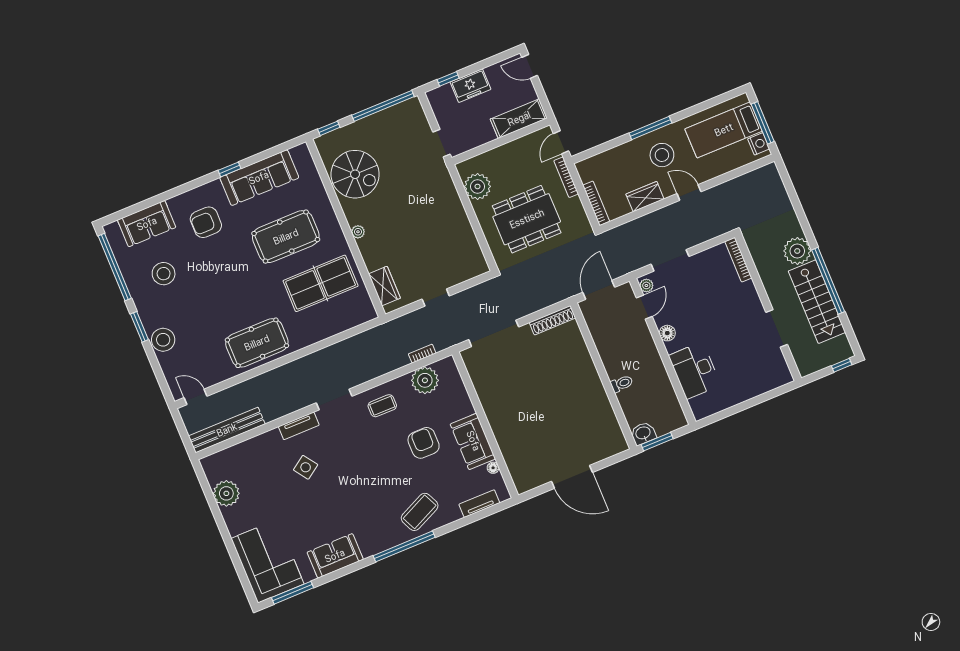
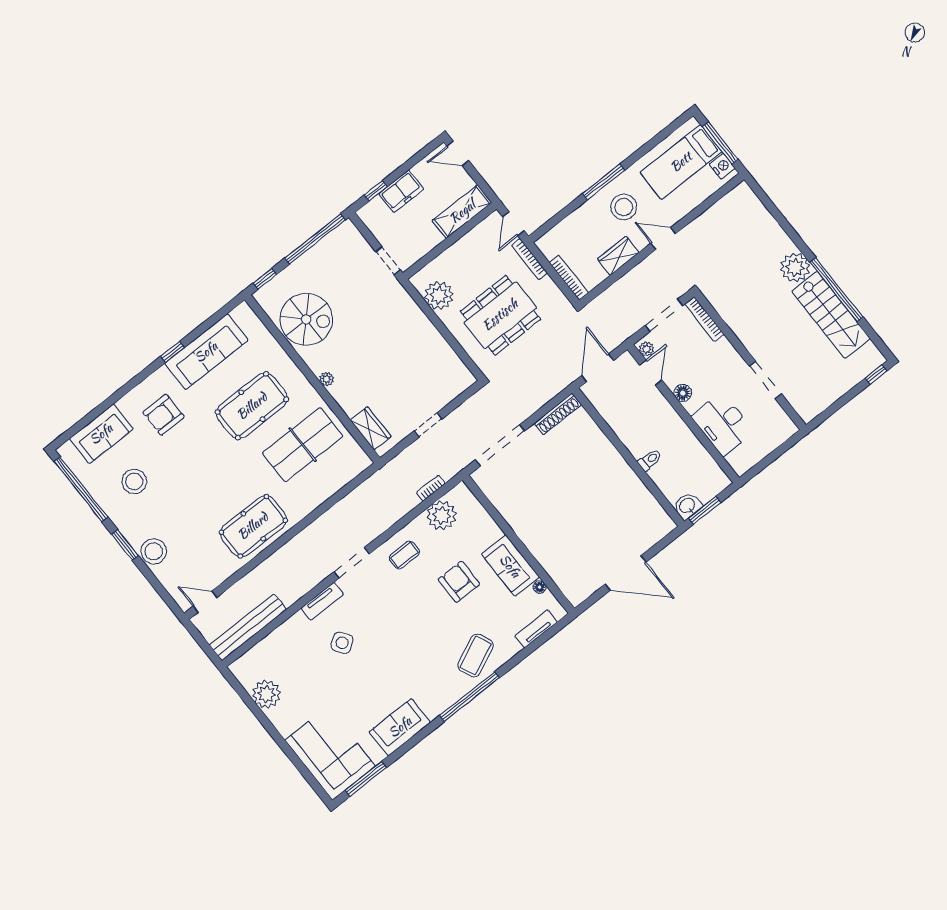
bookcase: (738, 260) -> (704, 319), moved
wall: (768, 308) -> (750, 361), moved
doorway: (777, 328) -> (765, 380), moved

